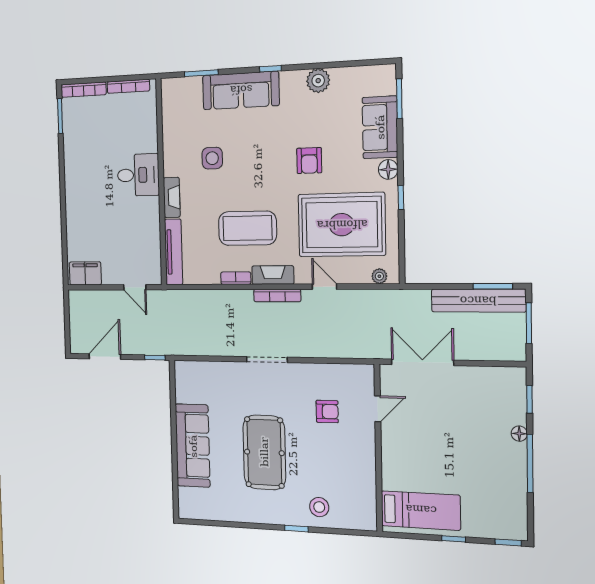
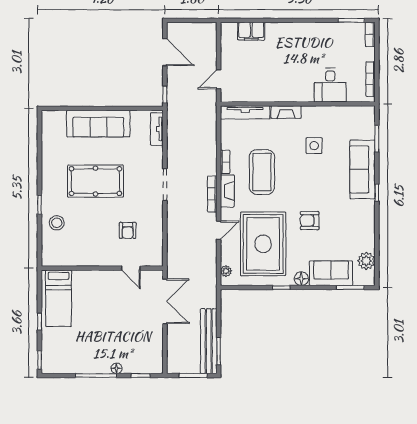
plant: (318, 81) -> (366, 261), moved
bookcase: (83, 90) -> (370, 34), width x0.64
desk: (138, 175) -> (330, 85), moved
filing cabinet: (85, 273) -> (251, 31), moved, turned 90
tv unit: (197, 369) -> (157, 129), added

